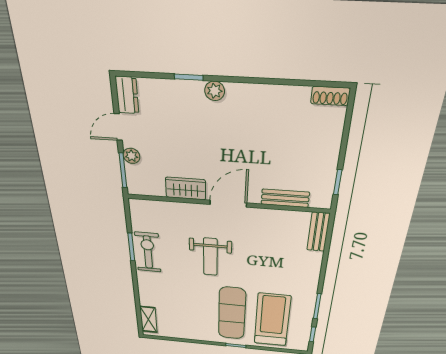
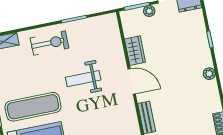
plant: (215, 91) -> (209, 74), moved
exercise bike: (148, 252) -> (49, 43), moved

